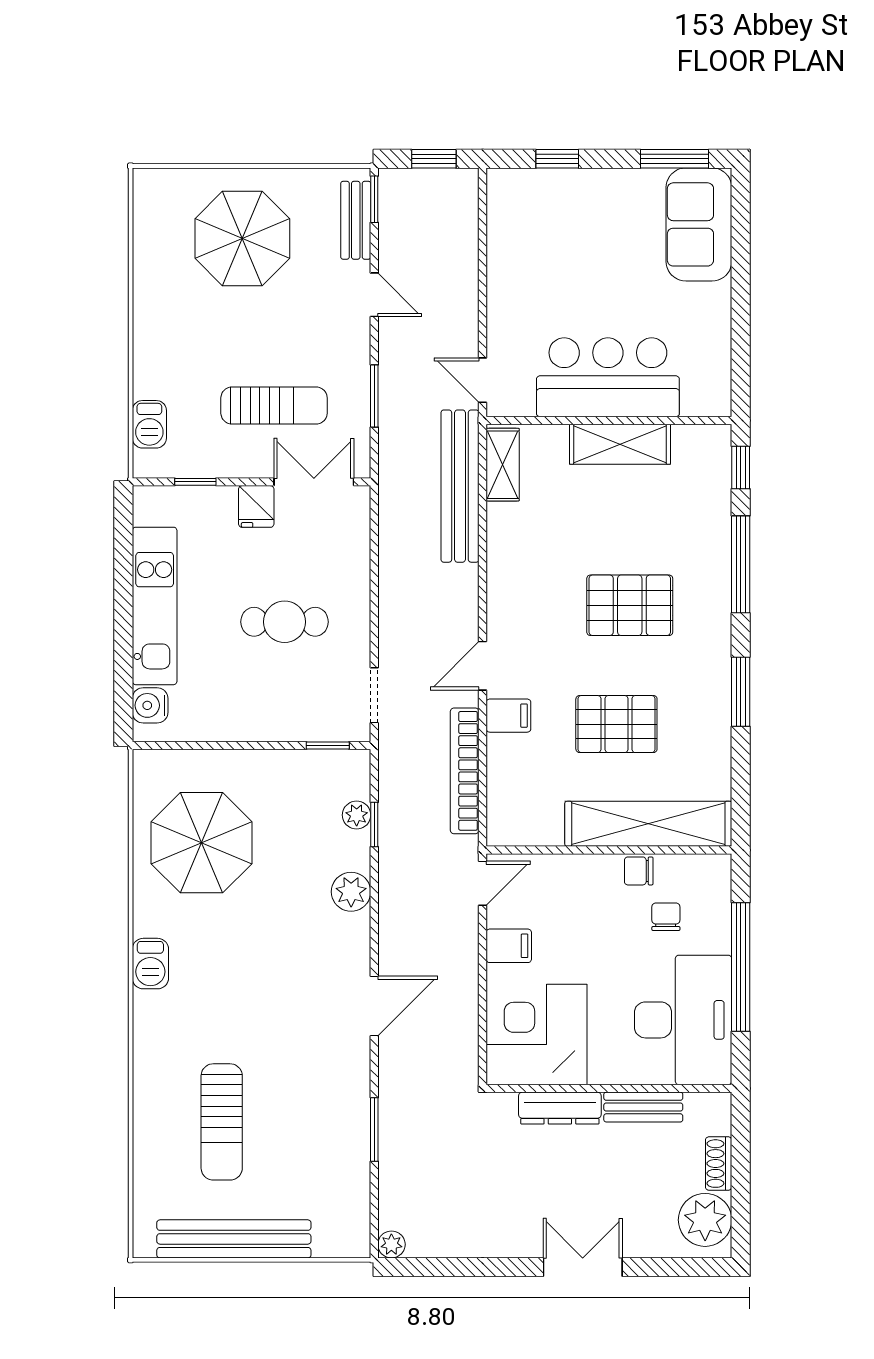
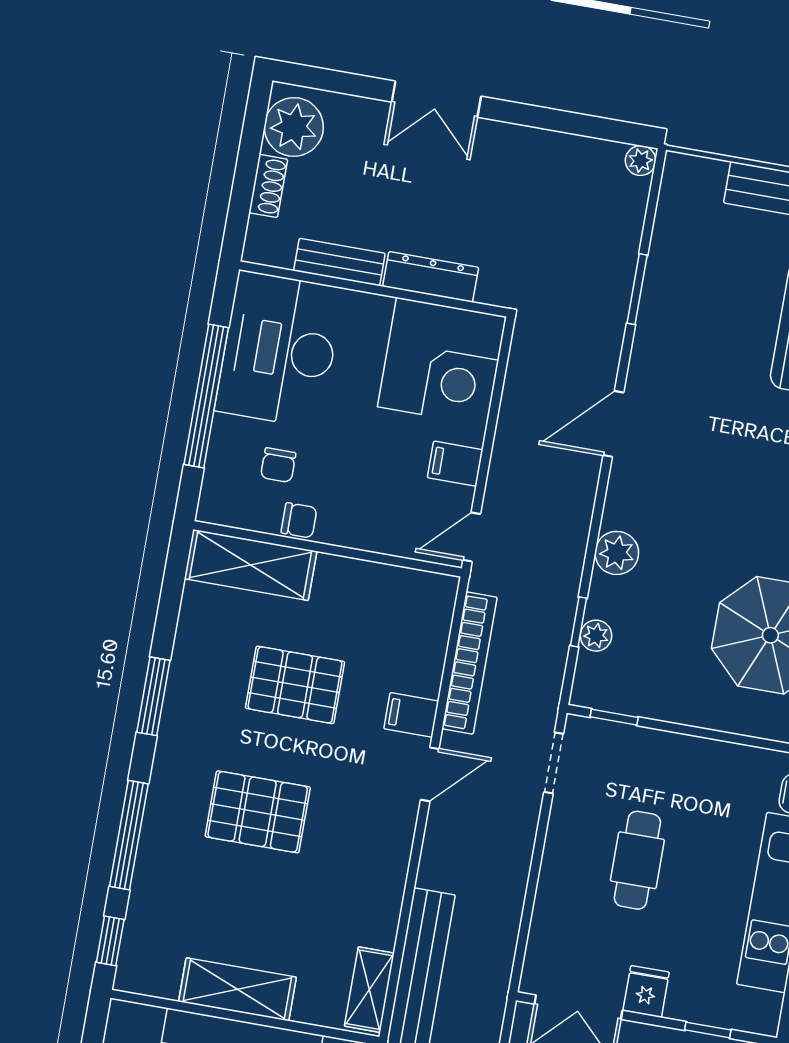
cafe table: (285, 622) -> (637, 860), turned 90
shelving: (648, 824) -> (251, 565), width x0.68

